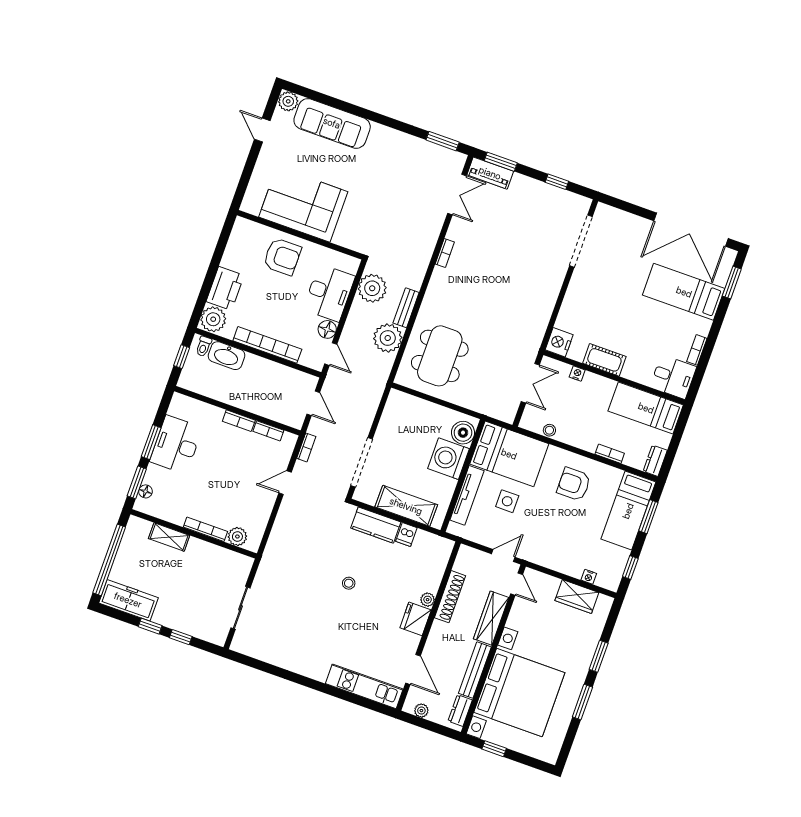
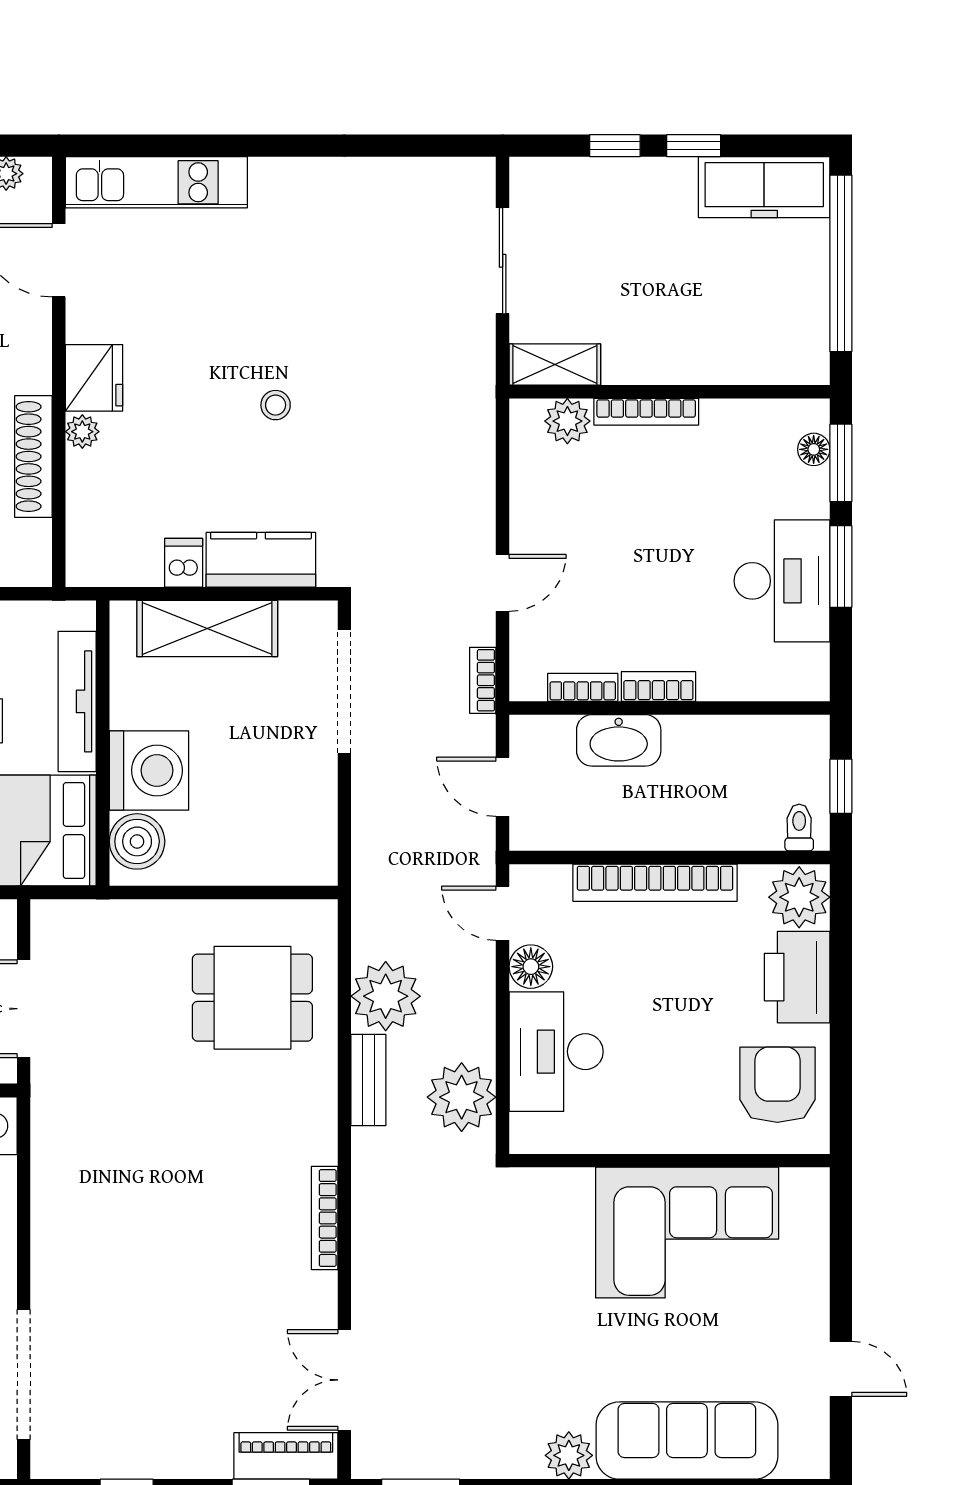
plant: (288, 101) -> (569, 1455), moved
bookcase: (445, 253) -> (325, 1218), width x1.56
armchair: (282, 257) -> (777, 1085), moved, turned 90
washbasin: (227, 356) -> (619, 740), moved, turned 180
dining table: (440, 356) -> (252, 998), width x0.73
shelving: (169, 537) -> (555, 364), moved

